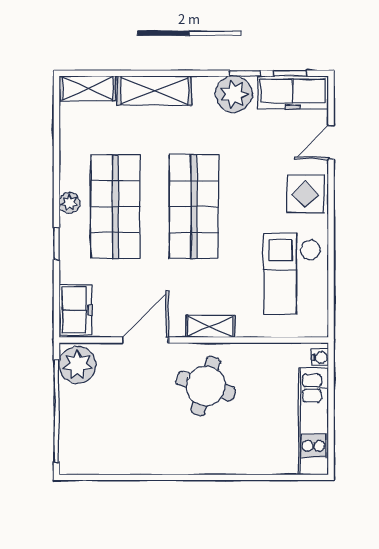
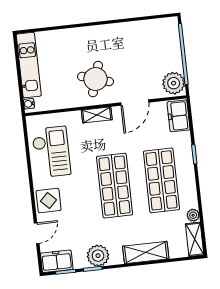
shelving: (88, 88) -> (195, 239), moved, turned 90
freezer: (293, 92) -> (57, 261), width x0.71
plant: (69, 203) -> (193, 215), moved

